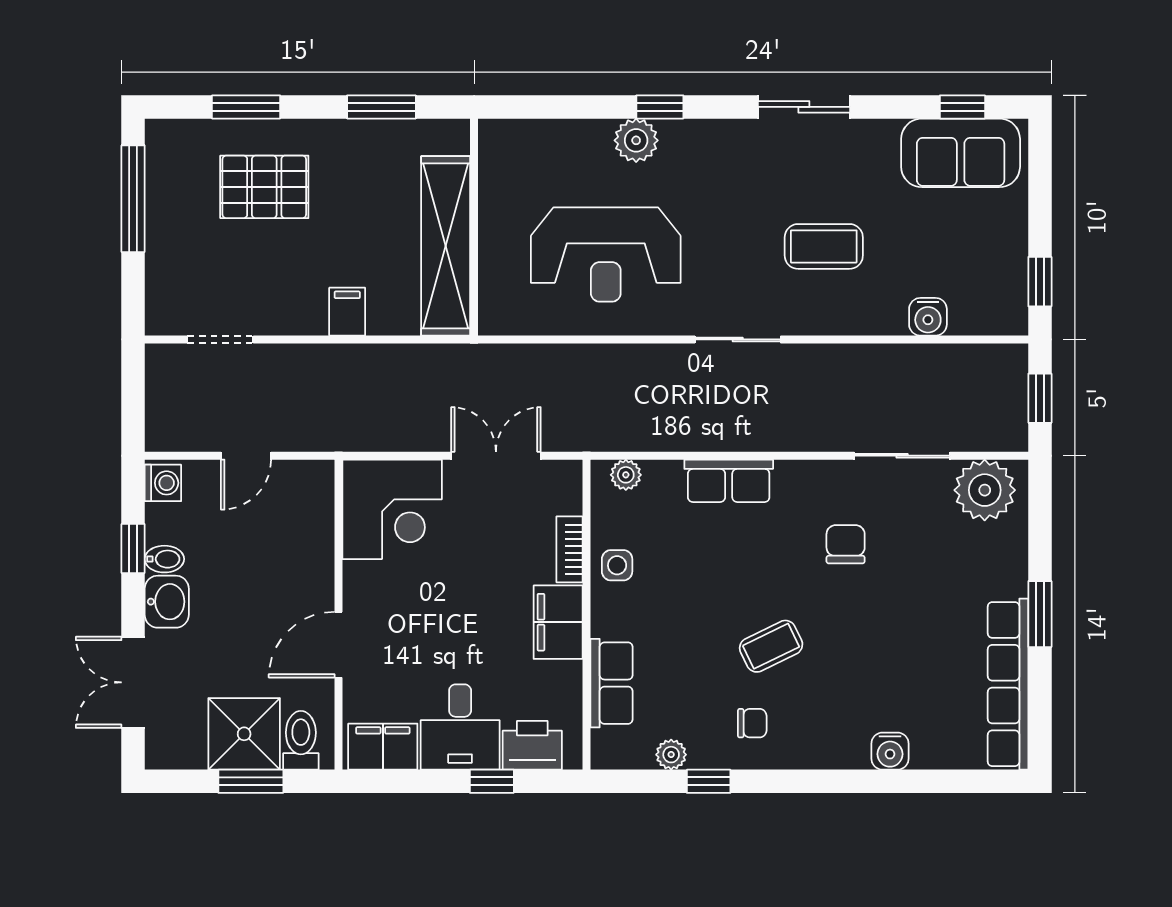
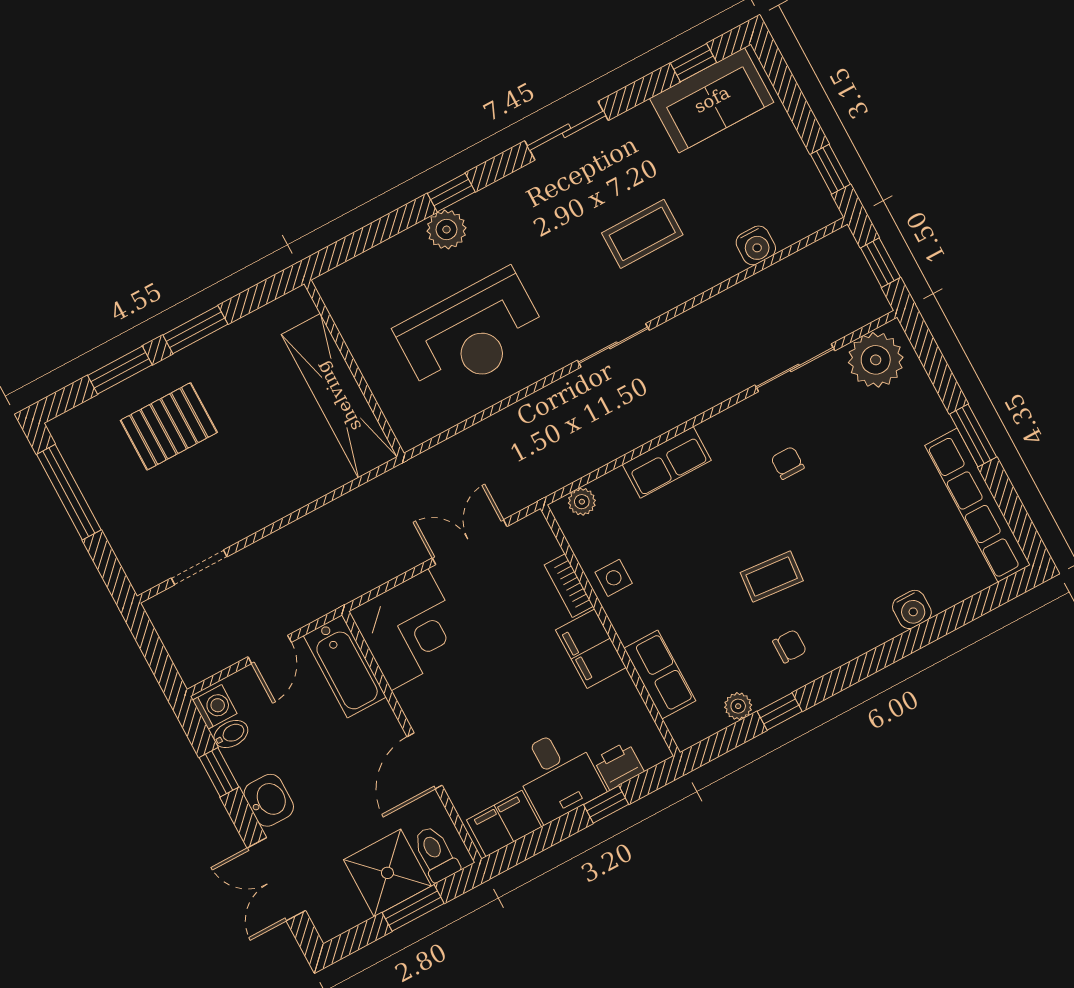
window: (381, 107) -> (195, 330), moved
filing cabinet: (347, 312) -> (289, 491), removed
bathtub: (310, 511) -> (345, 666), added
chair: (846, 544) -> (788, 463), width x0.73, depth x0.73
bidet: (164, 559) -> (231, 734), moved
coffee table: (771, 646) -> (772, 577), turned 31
printer: (532, 745) -> (619, 765), width x0.73, depth x0.81

